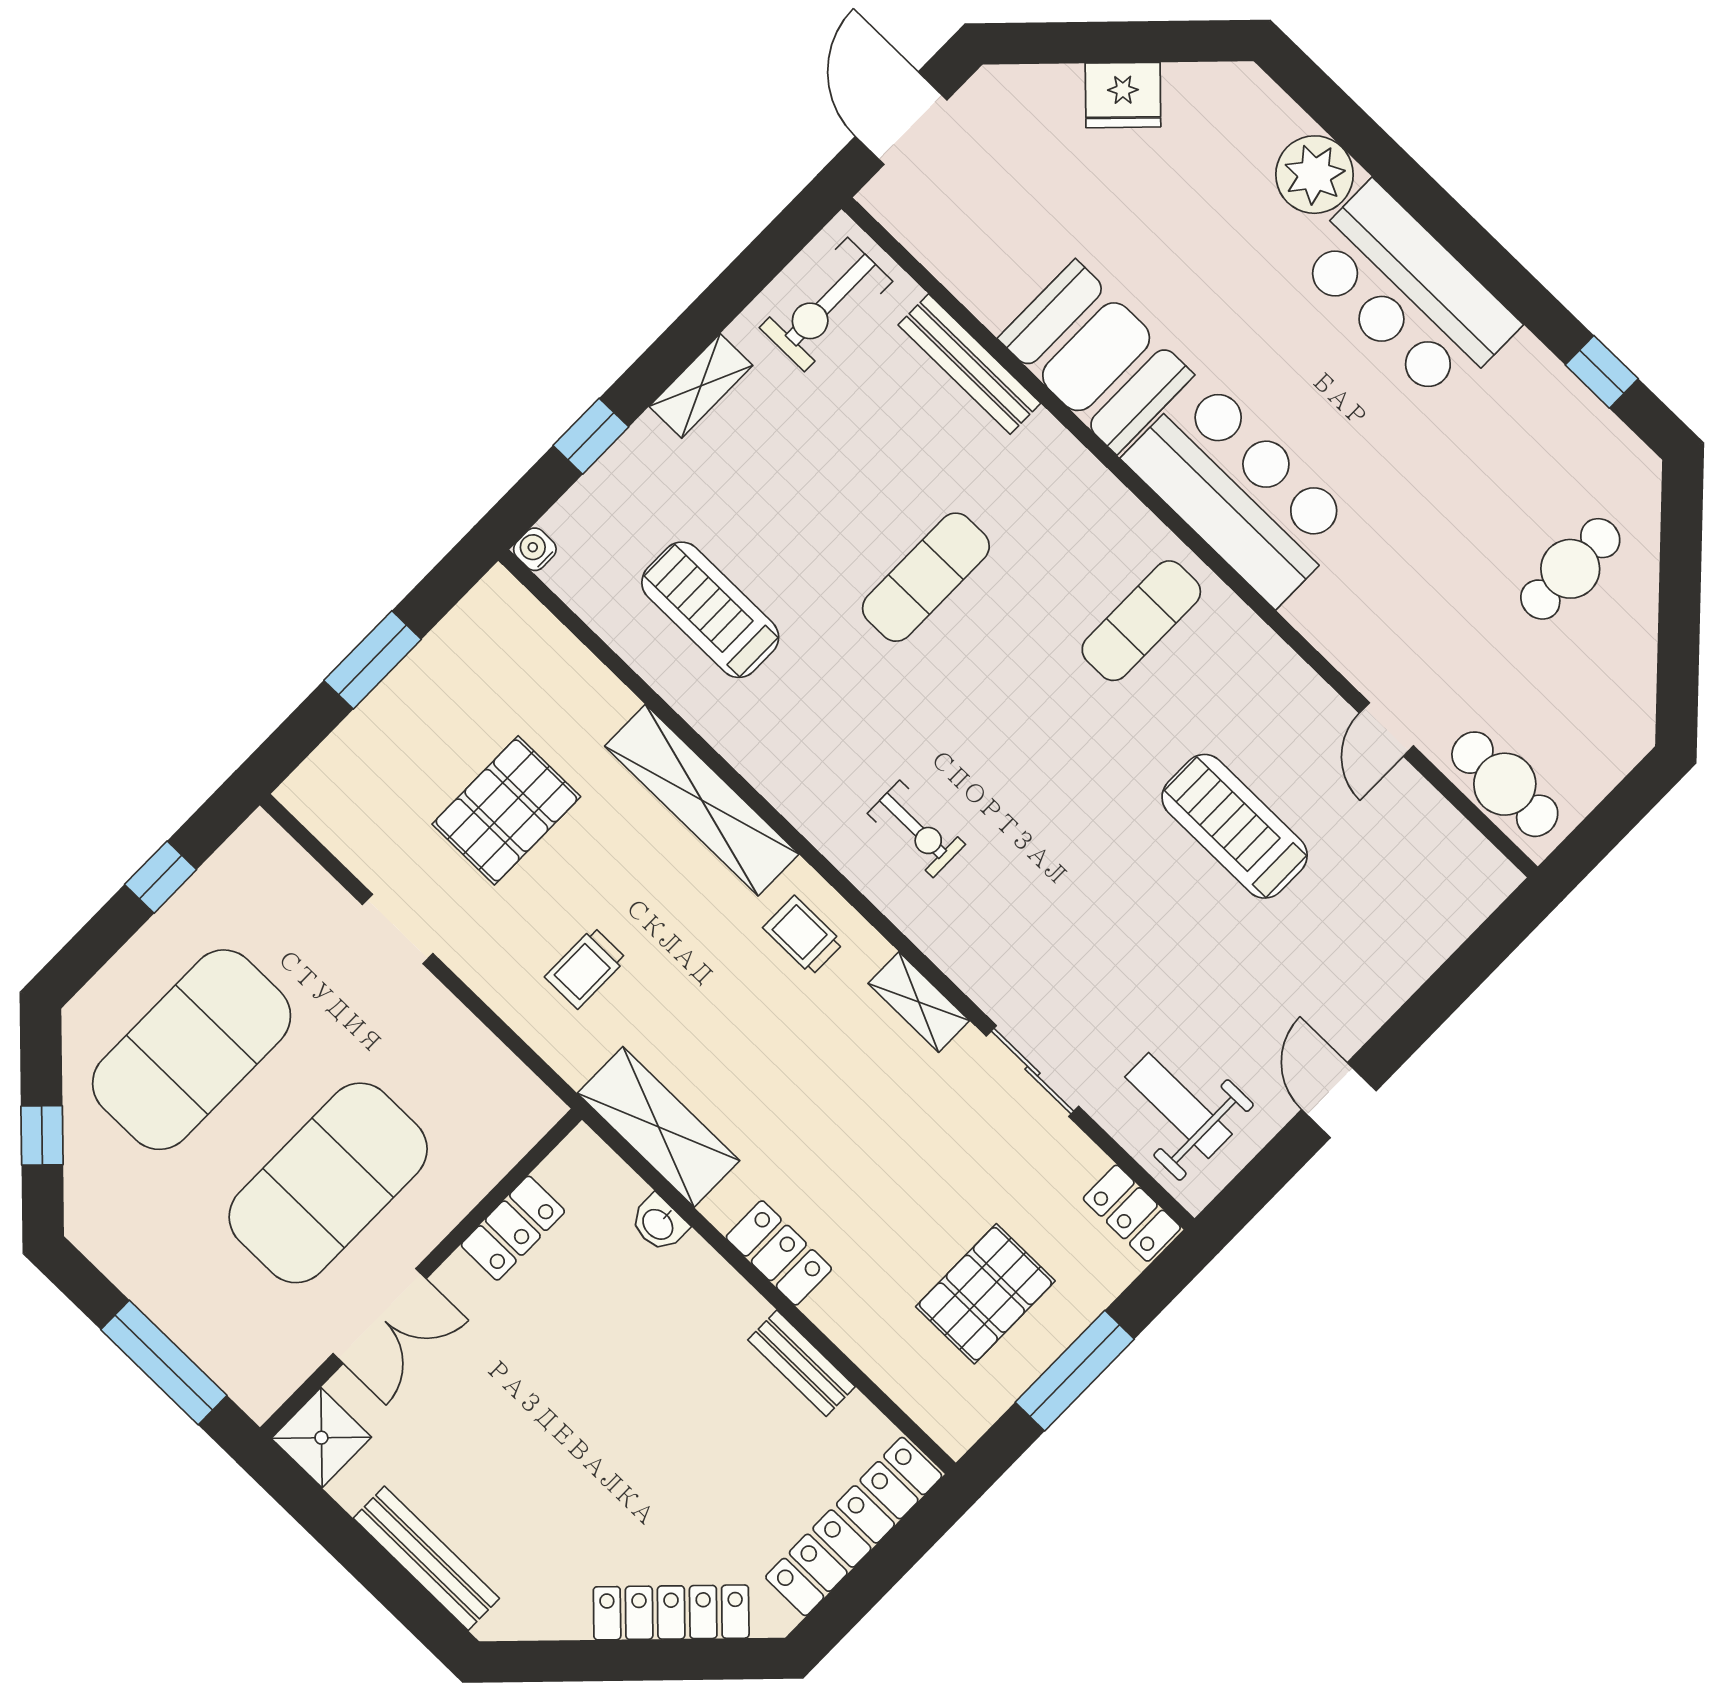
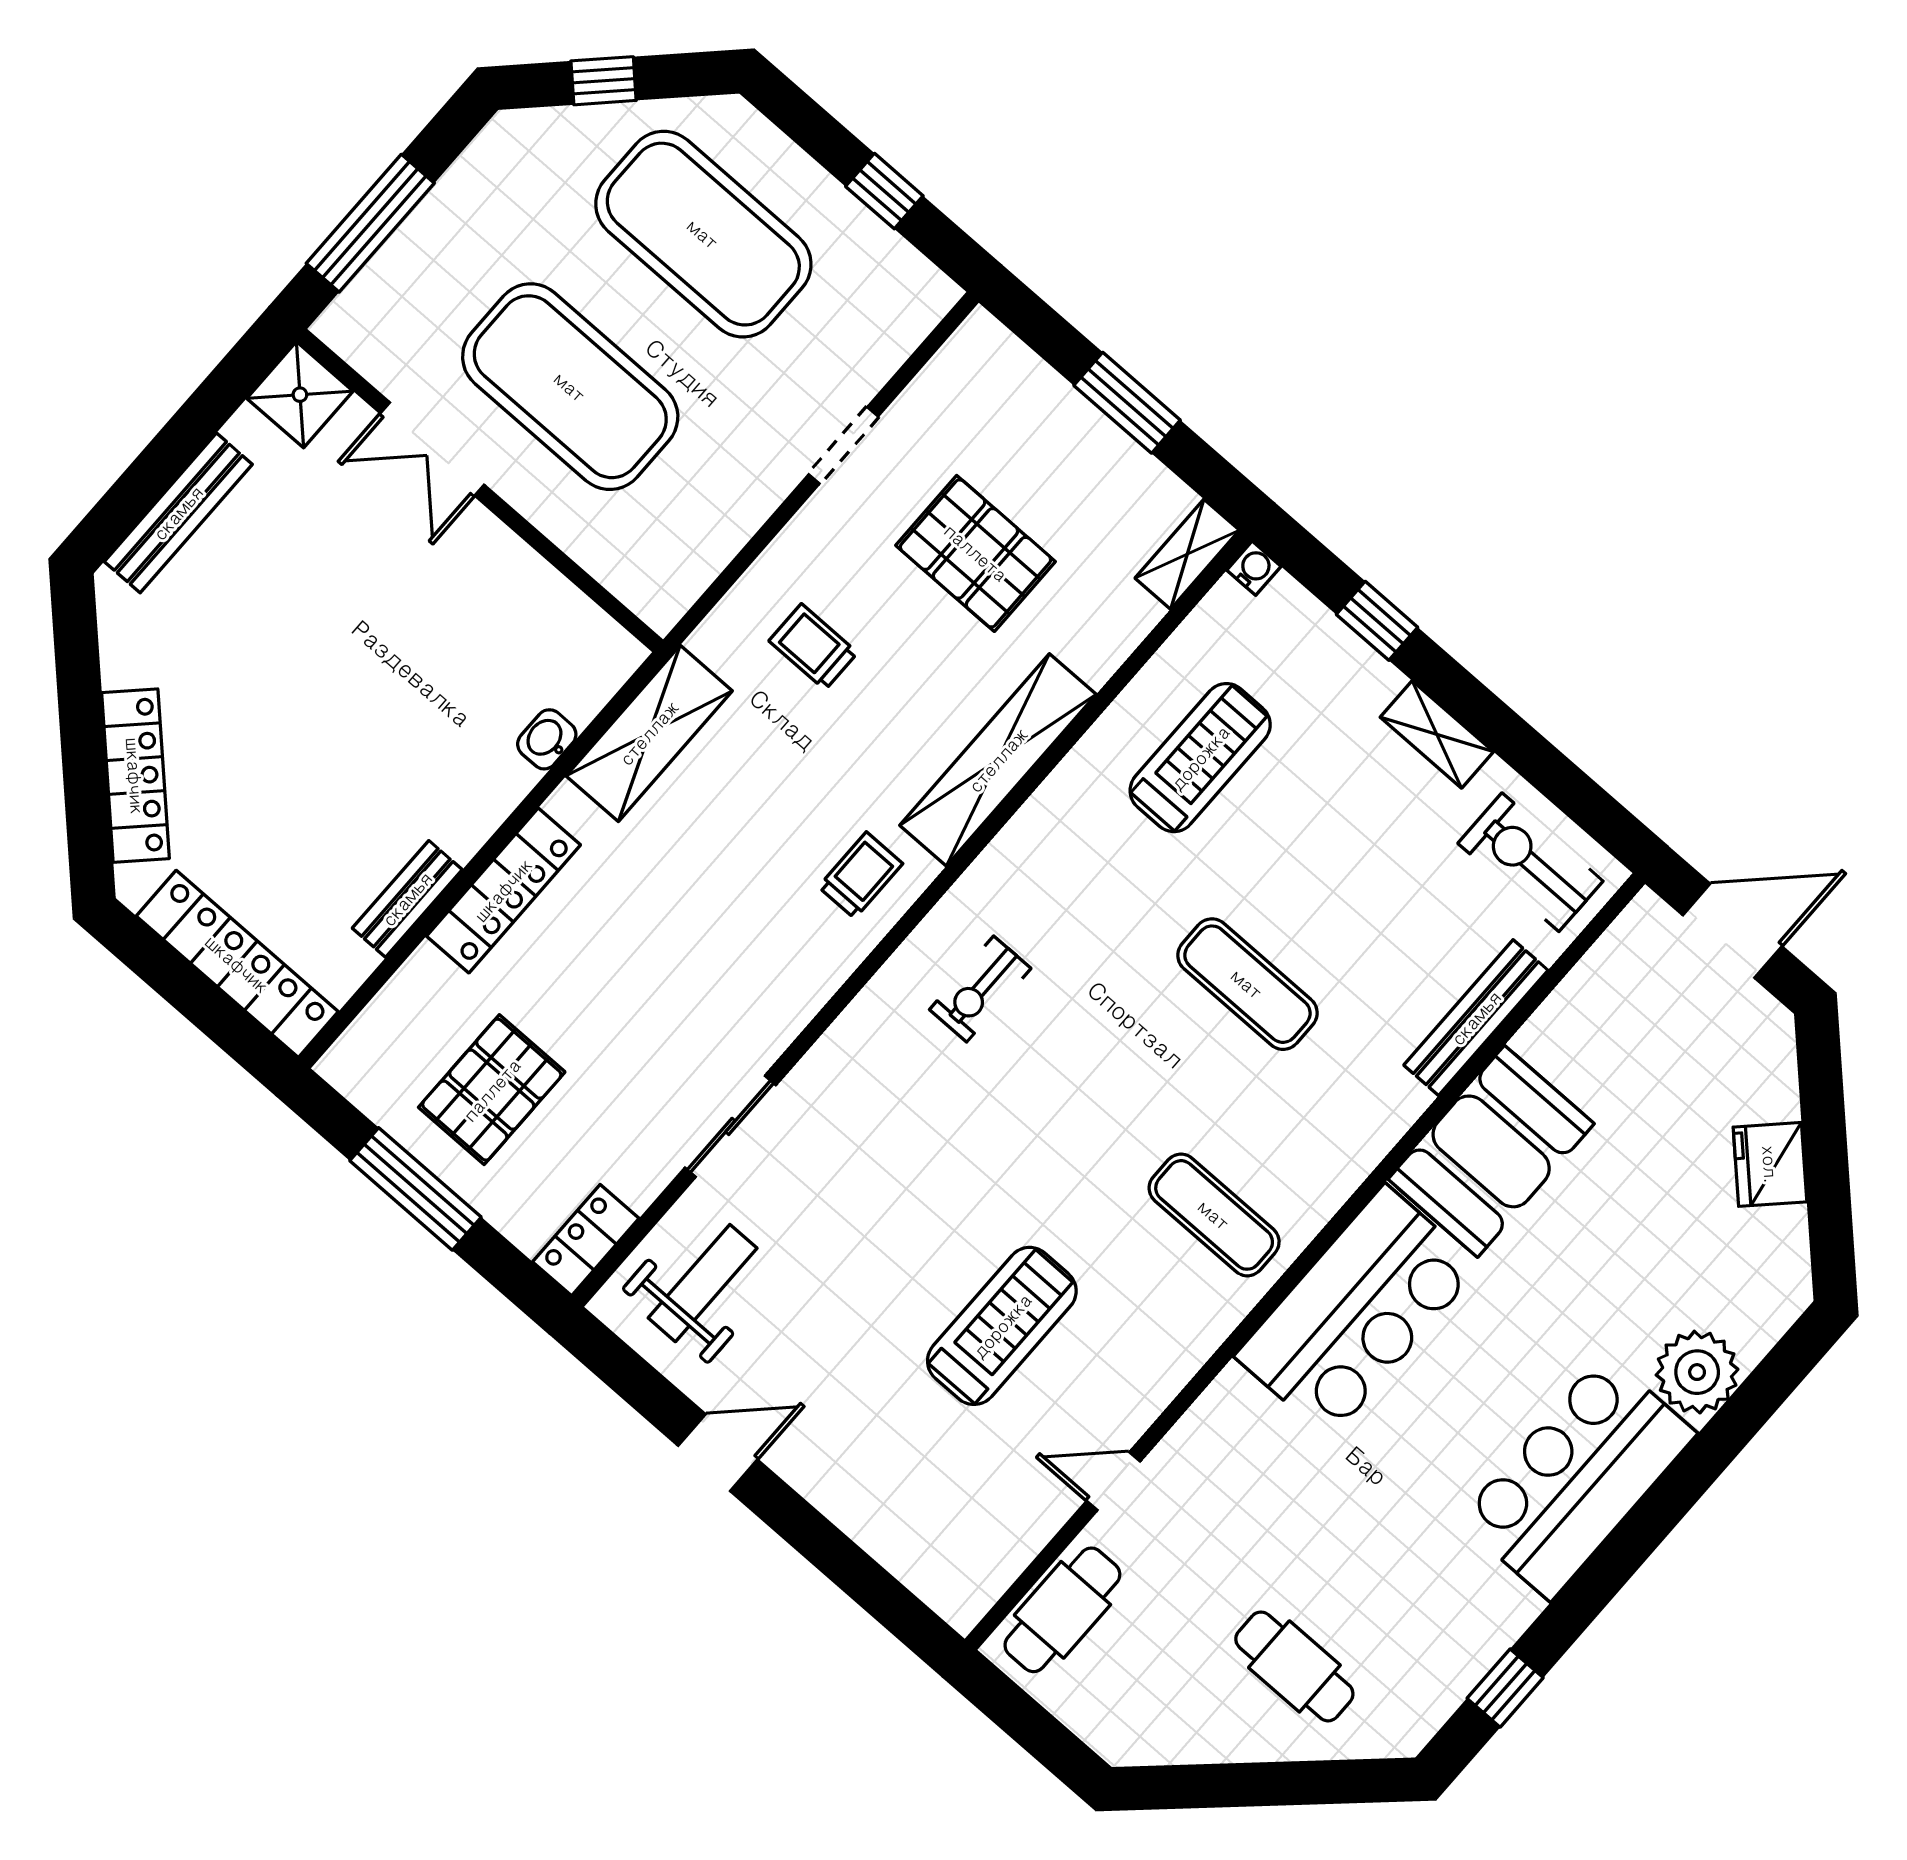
shelving: (919, 1002) -> (1187, 554), moved
locker: (513, 1228) -> (533, 585), removed
locker: (779, 1253) -> (503, 890), width x1.53
pallet: (985, 1294) -> (492, 1090), turned 90

